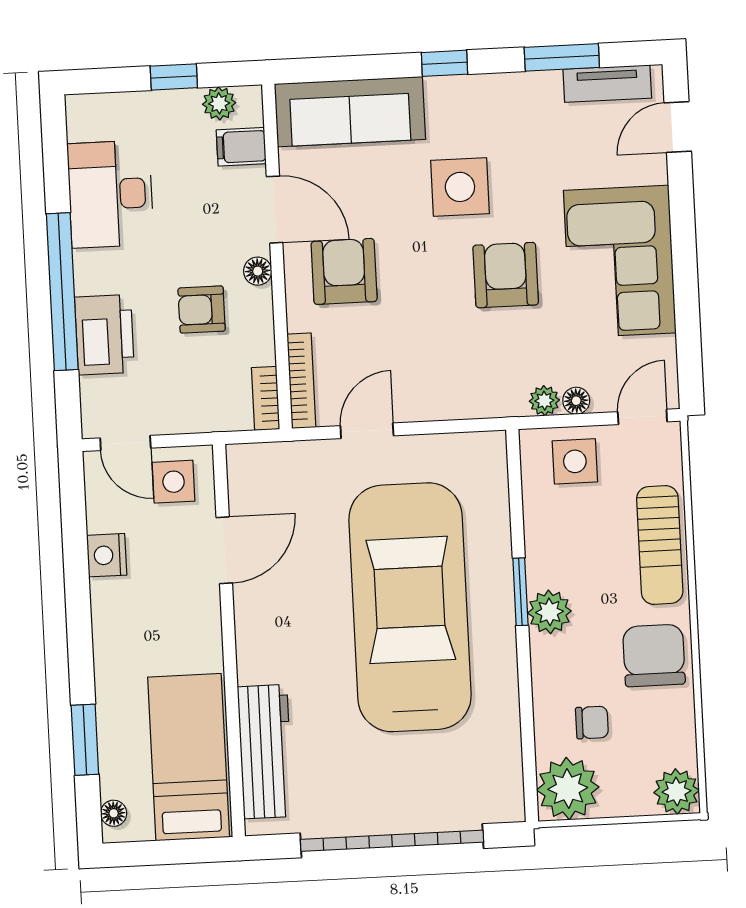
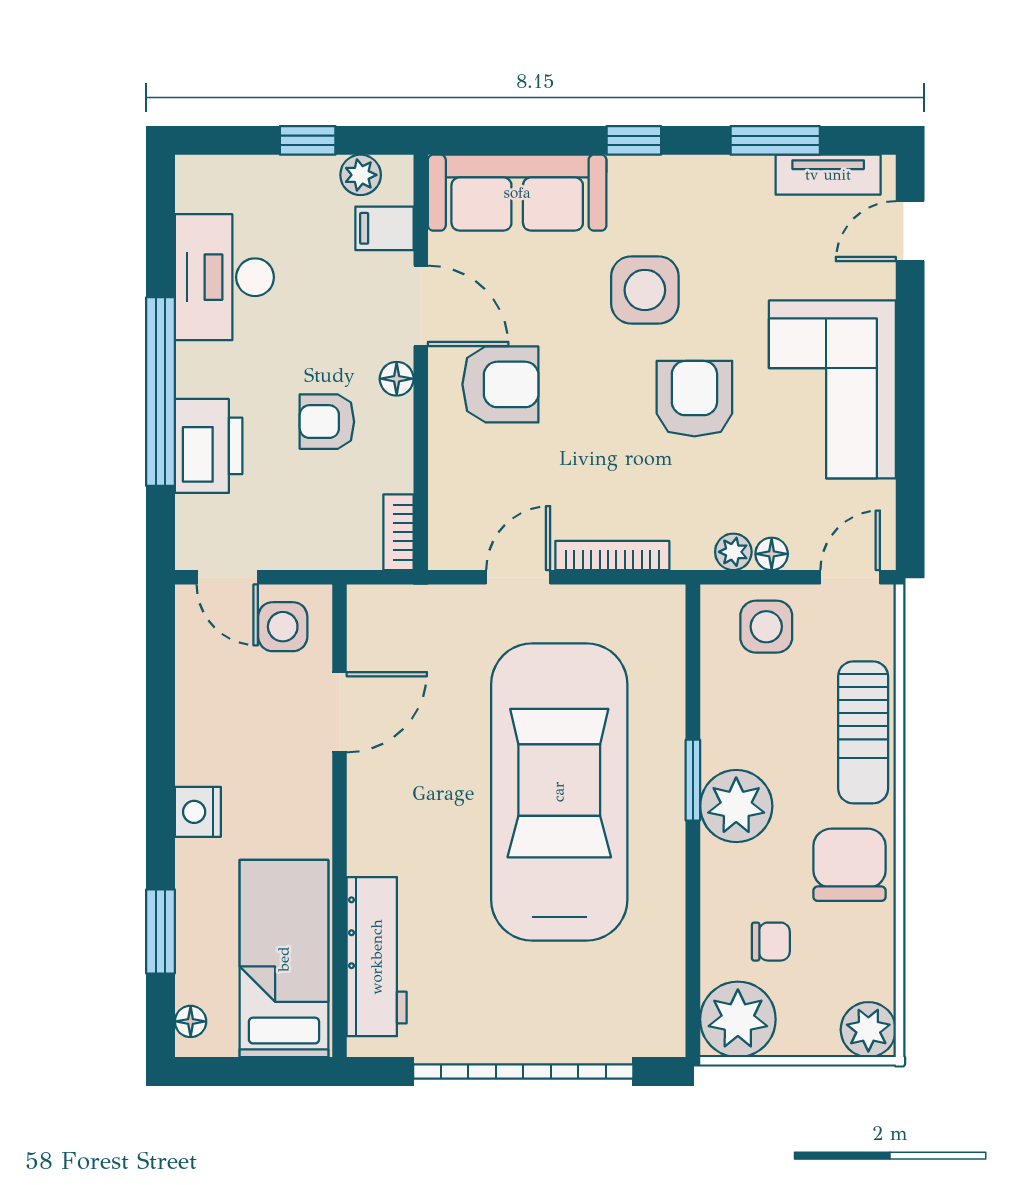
armchair: (344, 271) -> (500, 384), turned 90
bookcase: (301, 381) -> (612, 556), moved, turned -90
nightstand: (107, 555) -> (198, 812), moved
plant: (549, 612) -> (736, 806), width x1.36, depth x1.36

